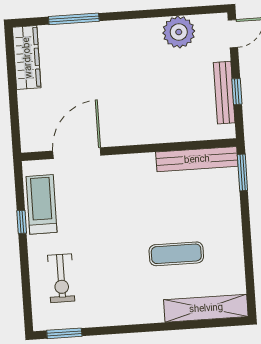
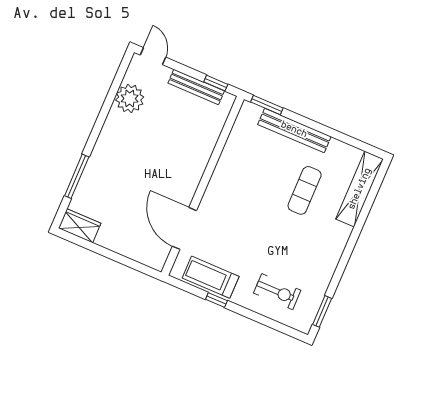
wardrobe: (27, 58) -> (80, 226), width x0.67
window: (237, 92) -> (216, 83), moved
bench: (197, 159) -> (294, 130), moved, turned 90

